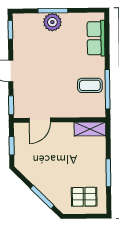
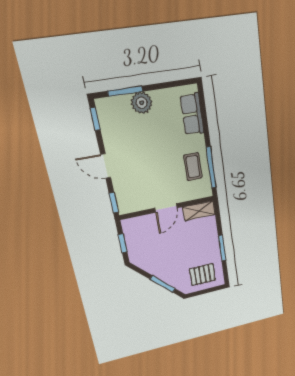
window: (53, 11) -> (125, 91), moved
coffee table: (90, 85) -> (193, 167), turned 90
door: (40, 120) -> (166, 208), moved

